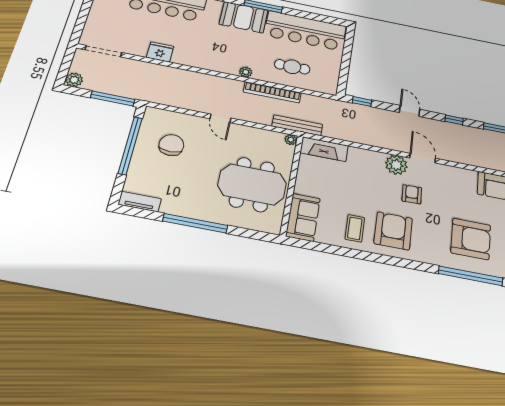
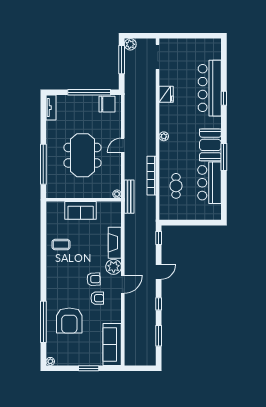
bar counter: (305, 31) -> (209, 183), width x0.73
plant: (246, 72) -> (164, 136), moved
window: (113, 99) -> (122, 60), moved
chair: (171, 145) -> (107, 104), moved
fireplace: (324, 149) -> (115, 243), moved
meeting table: (252, 184) -> (82, 155), moved
sofa: (303, 217) -> (81, 210), moved
window: (195, 223) -> (43, 164), moved
armchair: (393, 231) -> (97, 298), moved, width x0.53, depth x0.53

